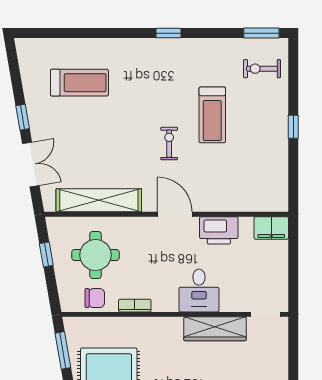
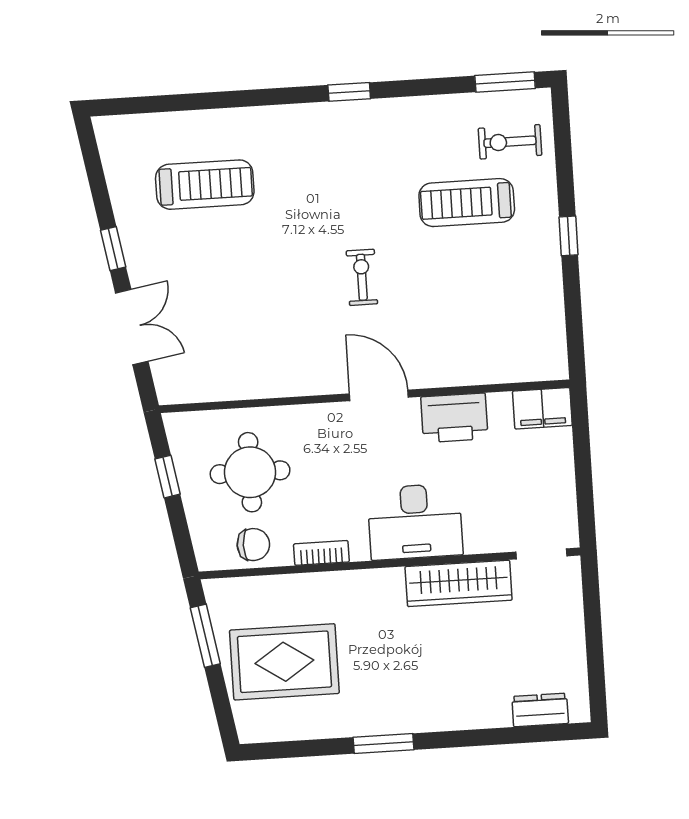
treadmill: (212, 115) -> (467, 203), moved, turned 90
shelving: (99, 200) -> (250, 380), removed
desk: (199, 291) -> (415, 522), width x1.37

